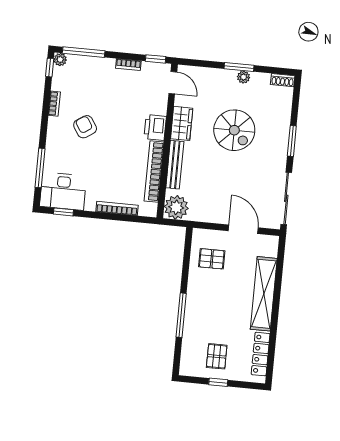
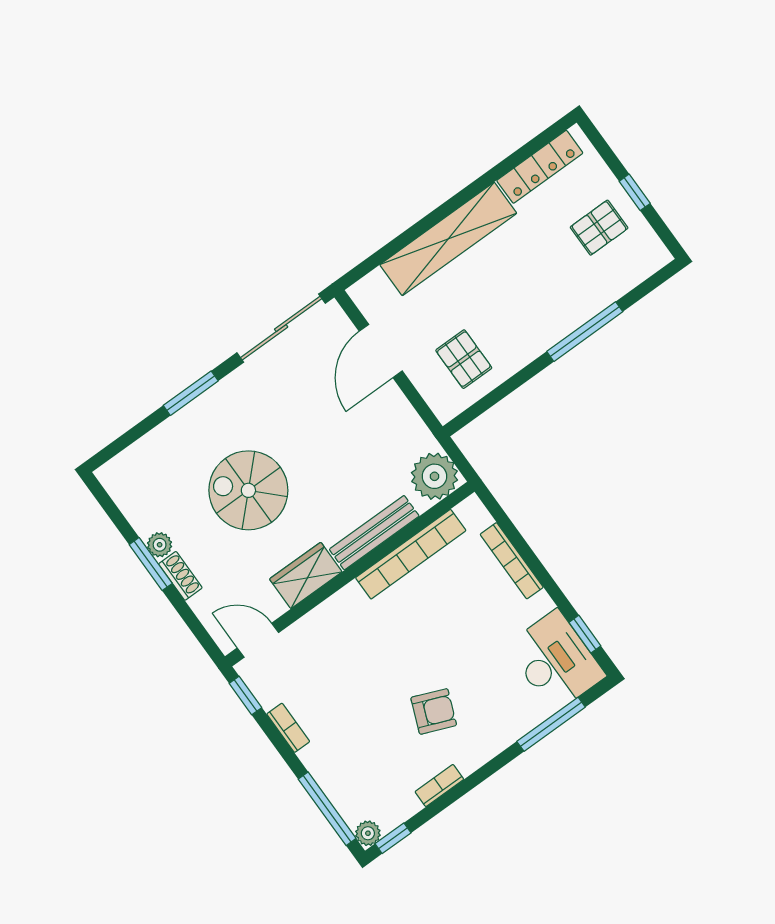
shoe rack: (283, 80) -> (180, 576), moved
door: (173, 83) -> (258, 640), hinge flipped
armchair: (85, 127) -> (434, 711), turned -125
printer: (155, 127) -> (345, 609), removed
spiral stairs: (234, 130) -> (248, 490), turned -90

